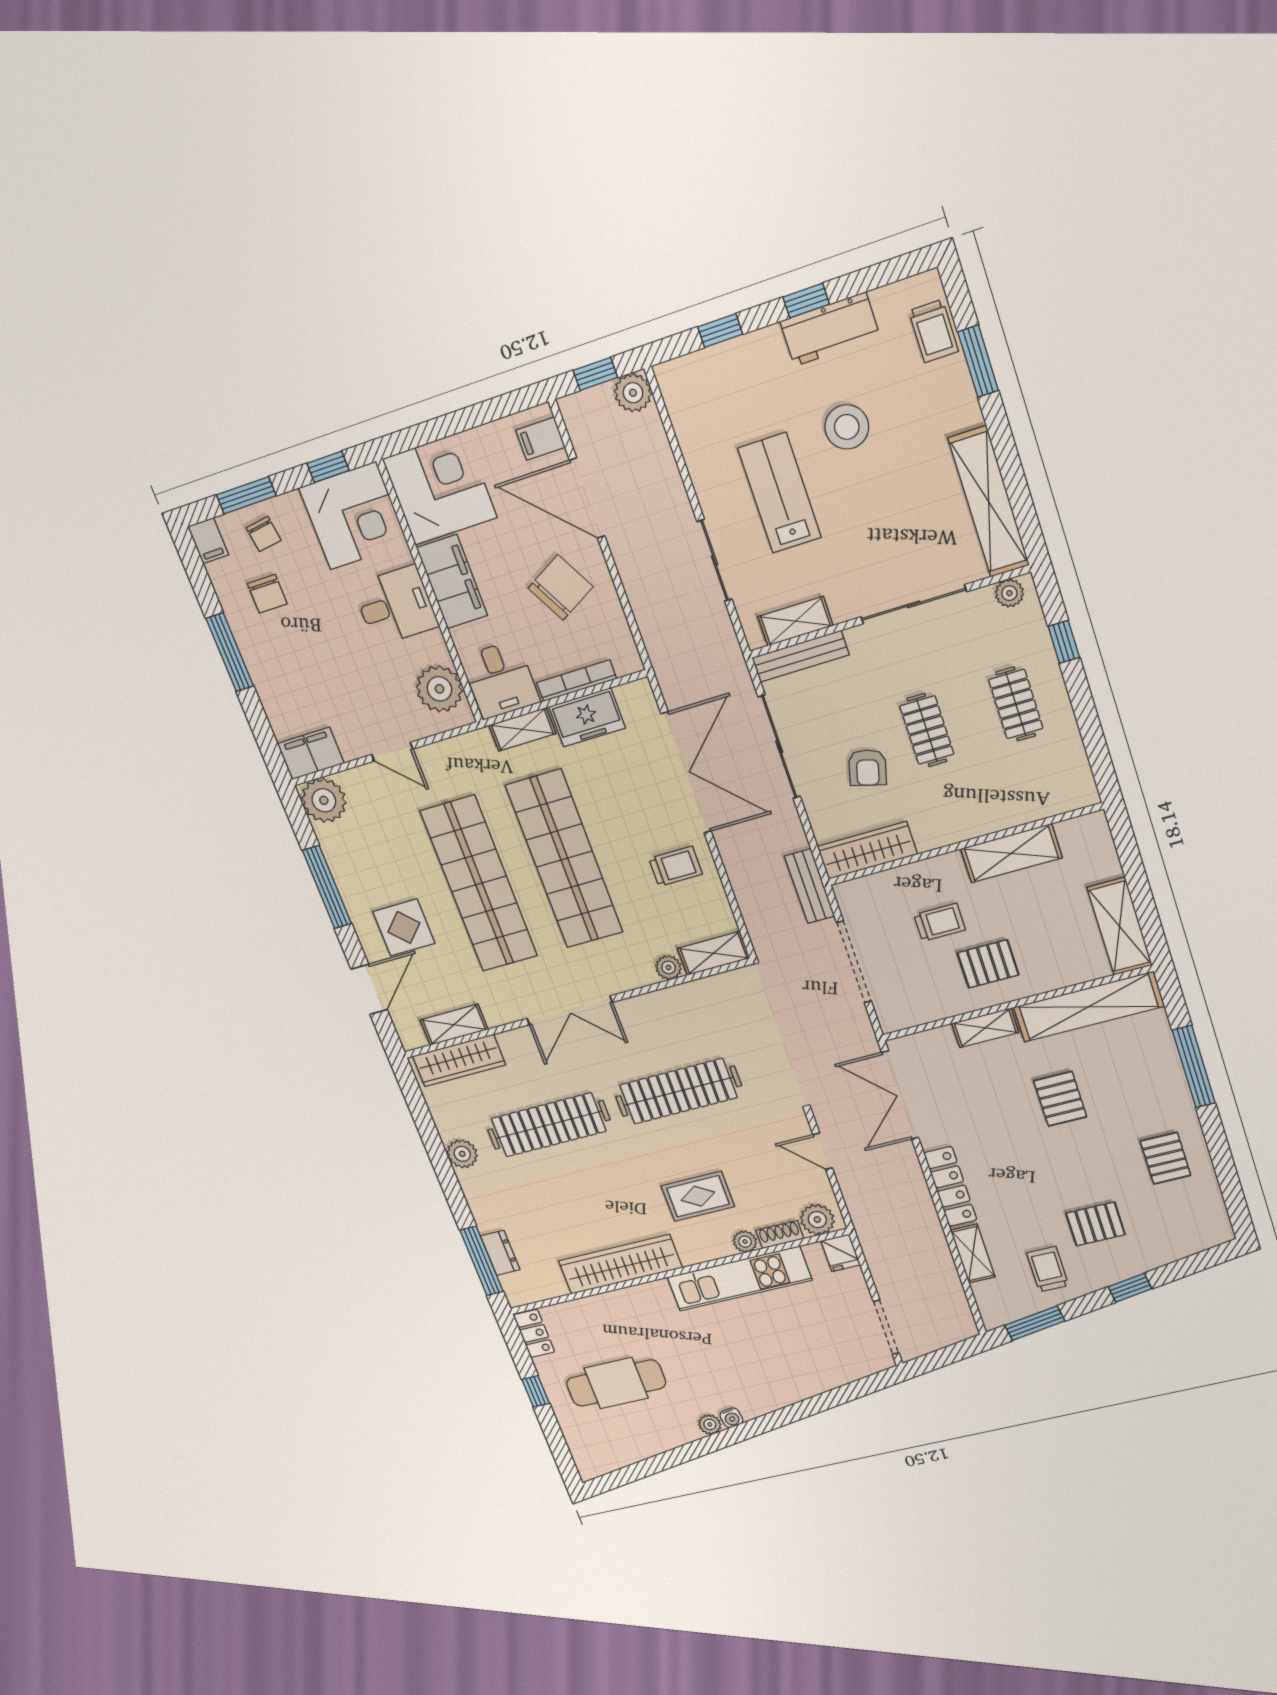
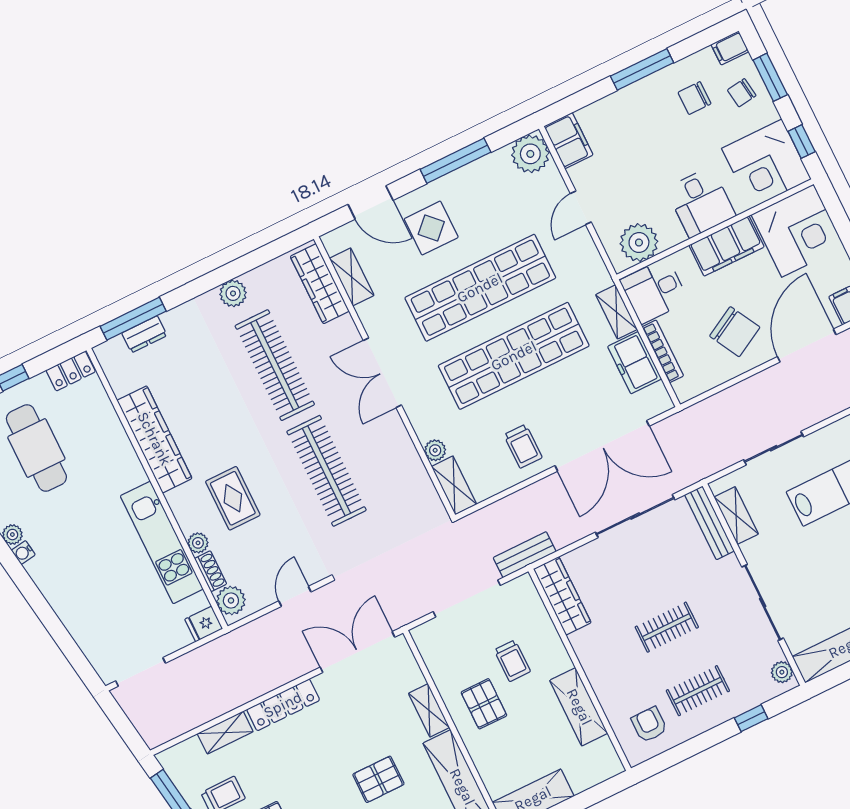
armchair: (868, 768) -> (649, 725), moved, turned 75

